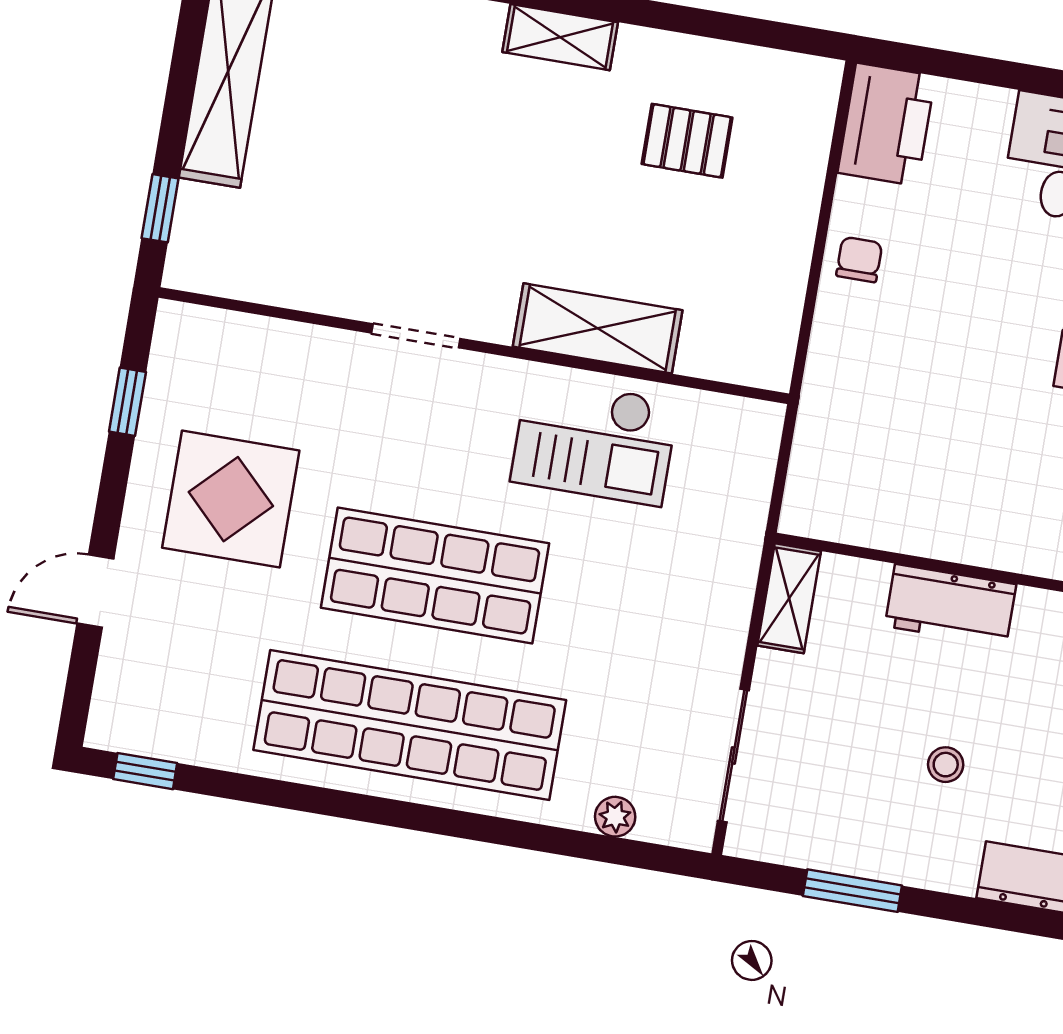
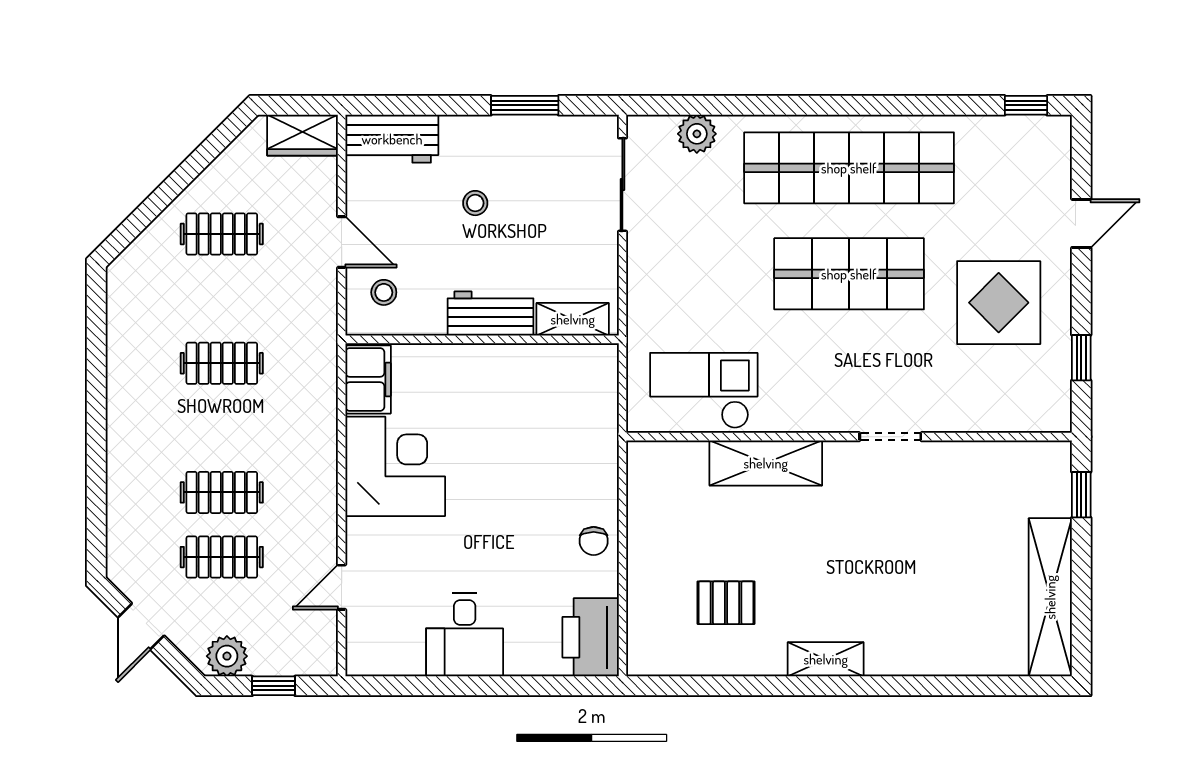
checkout: (594, 441) -> (704, 391), moved
shelving: (789, 598) -> (573, 319), moved, turned 90
plant: (615, 817) -> (697, 134), width x1.38, depth x1.38

